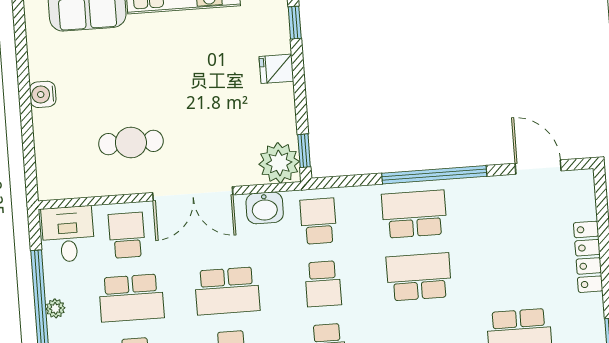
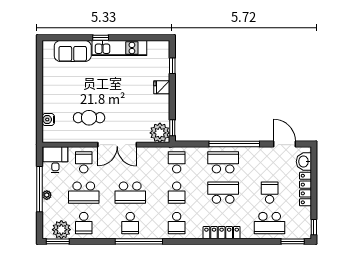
water cooler: (43, 94) -> (48, 120), moved
washbasin: (265, 208) -> (304, 162), moved, turned 90
school desk: (515, 270) -> (270, 193), added

